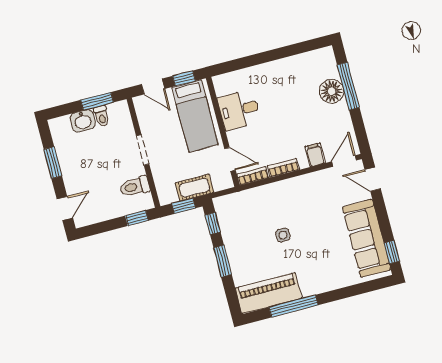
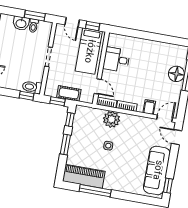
toilet: (135, 187) -> (32, 87), moved
plant: (270, 196) -> (112, 119), added

